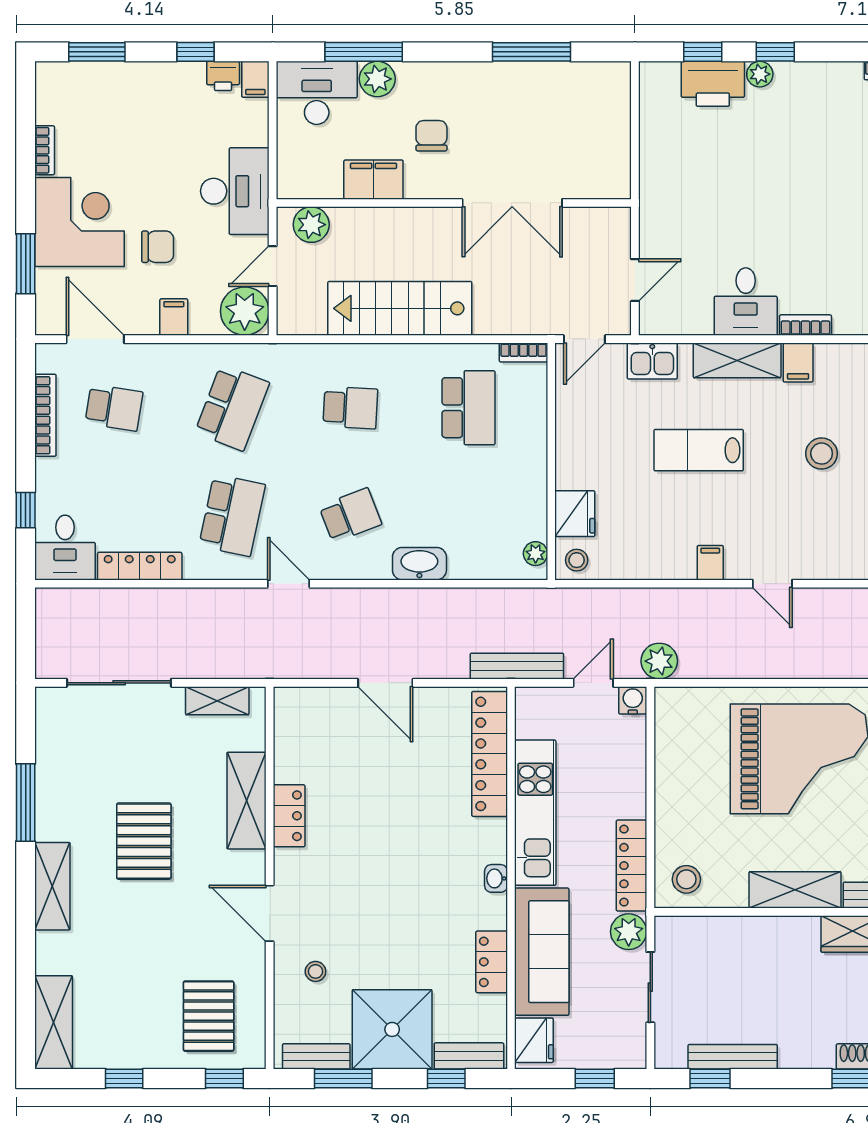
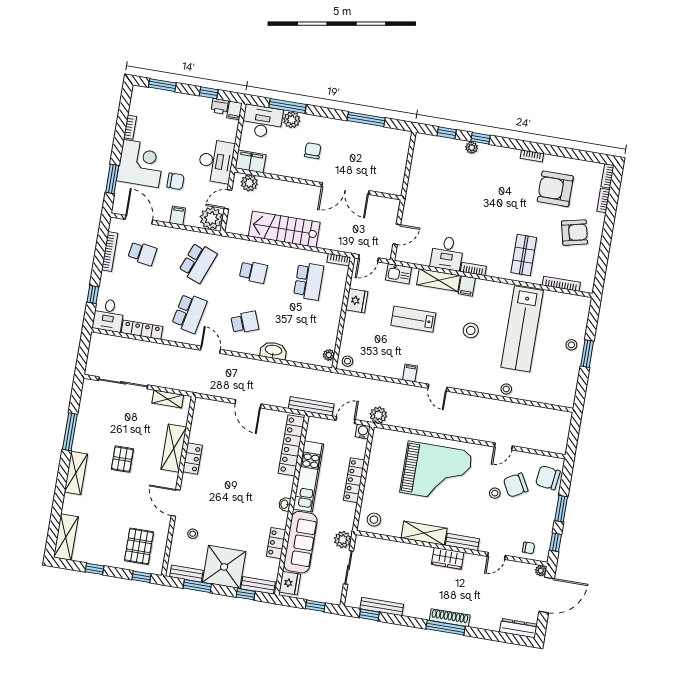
printer: (713, 84) -> (449, 148), removed
filing cabinet: (373, 180) -> (251, 161), moved
fridge: (575, 514) -> (357, 301), moved
pallet: (144, 841) -> (122, 459), width x0.67, depth x0.71
locker: (632, 866) -> (354, 480), moved

